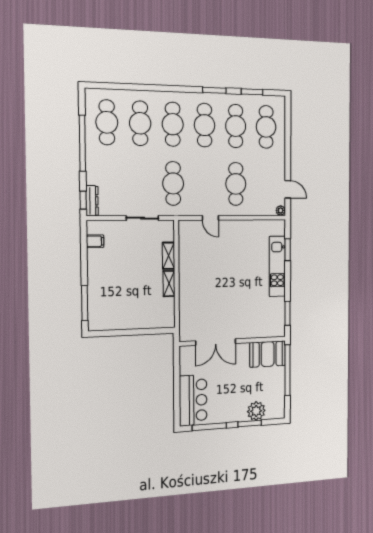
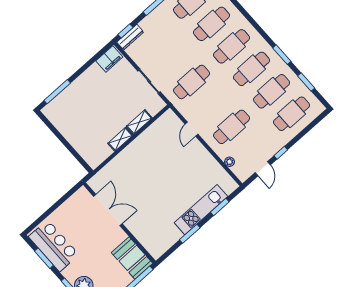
window: (288, 164) -> (281, 153), added
plant: (281, 210) -> (230, 162), moved
filing cabinet: (95, 241) -> (109, 59), width x2.00
window: (288, 313) -> (190, 234), moved
double door: (216, 342) -> (108, 210), swing flipped
bar counter: (193, 400) -> (54, 246), moved, turned -90
window: (209, 427) -> (44, 258), width x0.69

